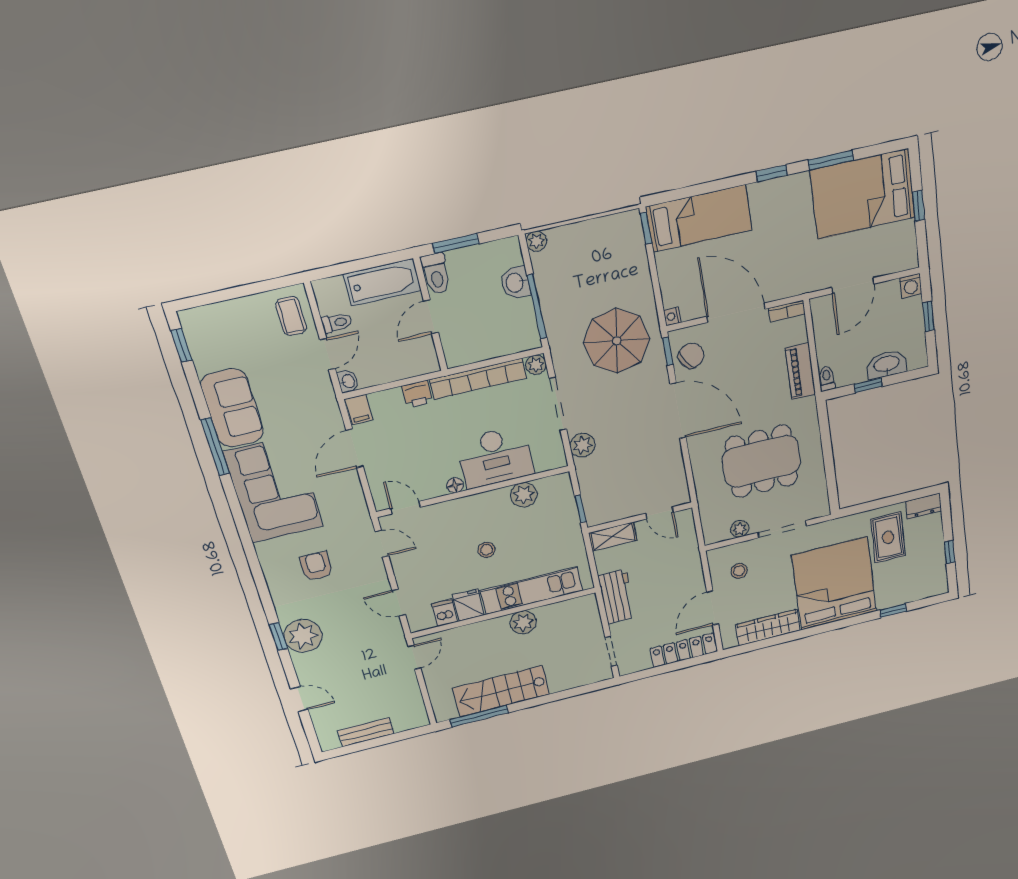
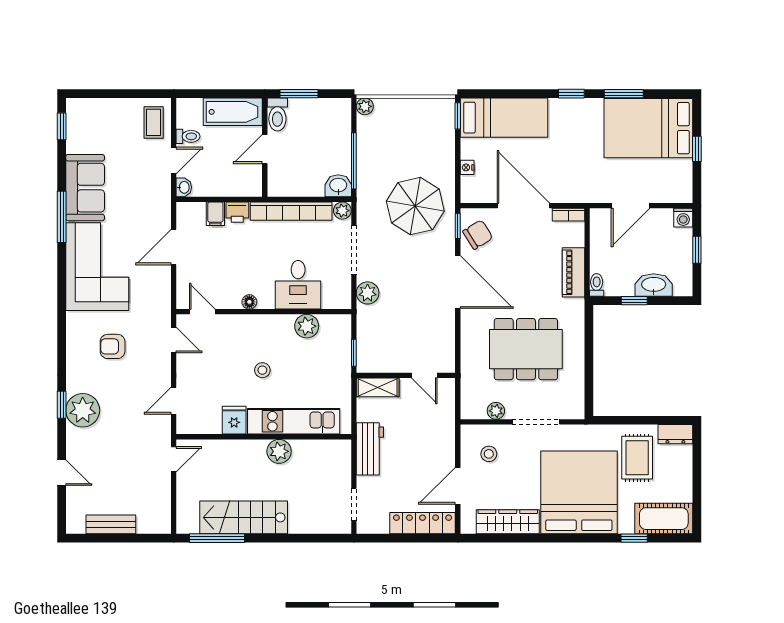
washbasin: (515, 283) -> (338, 186), moved, turned 90
nightstand: (672, 316) -> (467, 167), moved
filing cabinet: (359, 409) -> (215, 214), moved
desk: (495, 457) -> (298, 285), width x0.73
window: (950, 552) -> (697, 490), removed
armchair: (316, 566) -> (113, 346), turned -90
cot: (920, 586) -> (664, 519), added
door: (399, 603) -> (174, 401), hinge flipped
dishwasher: (445, 613) -> (211, 422), removed

